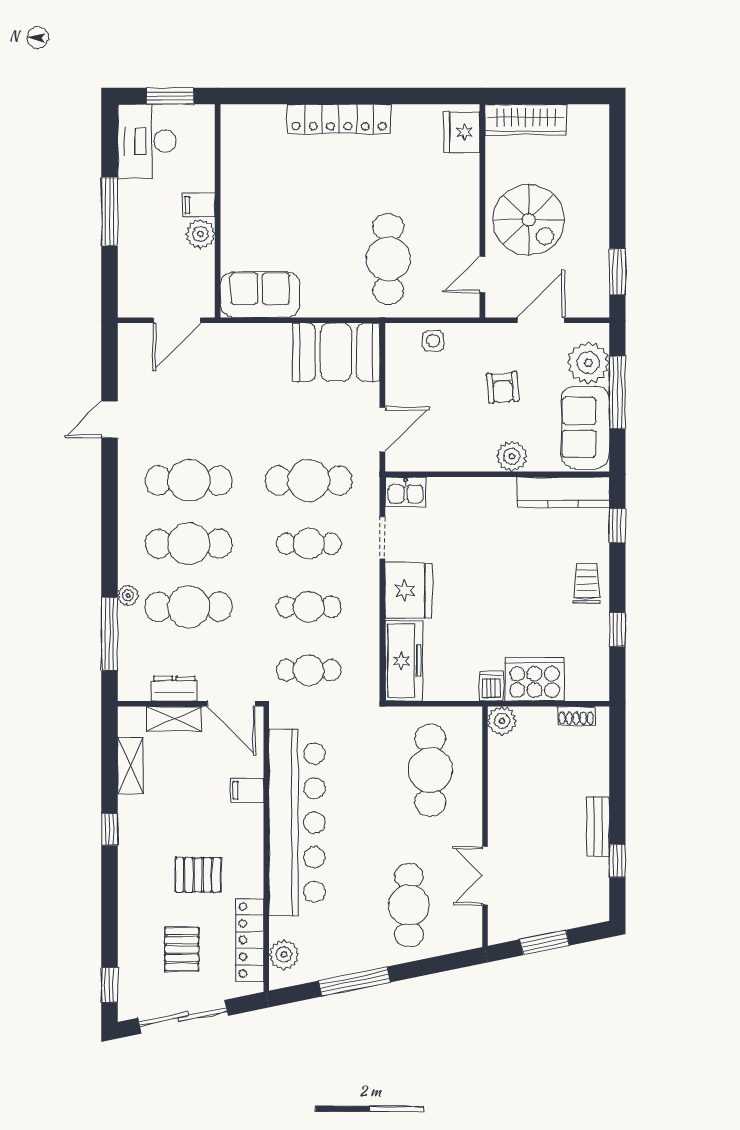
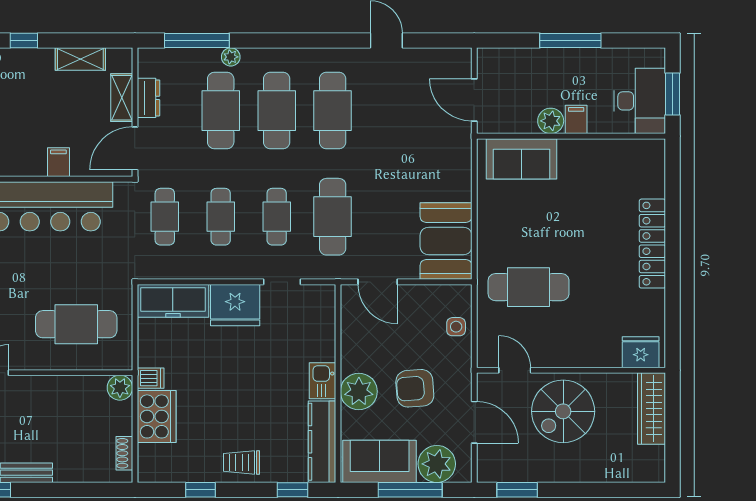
desk: (147, 141) -> (640, 101), moved, turned 90
sofa: (260, 295) -> (521, 159), moved, turned 90
armchair: (503, 387) -> (415, 388), width x1.38, depth x1.38
plant: (512, 456) -> (359, 391), width x1.36, depth x1.36
kitchen sink: (406, 492) -> (323, 381), moved
trolley: (587, 583) -> (242, 462), turned 180

